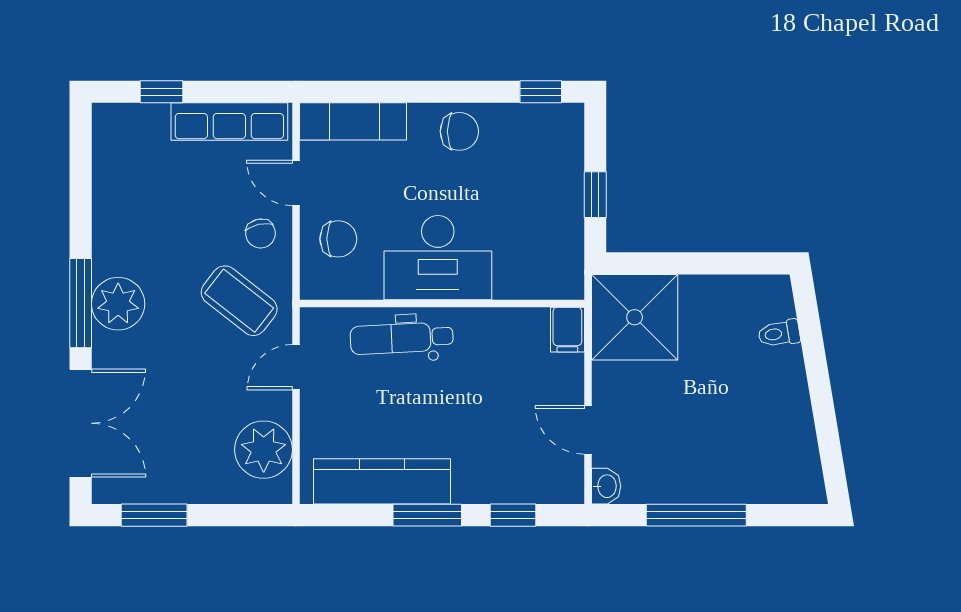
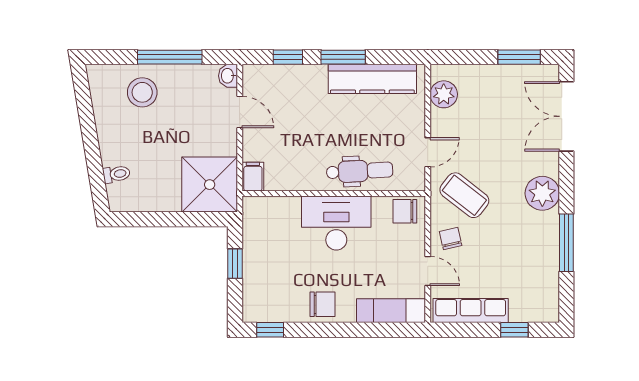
chair: (459, 131) -> (323, 304), turned 180
chair: (338, 239) -> (405, 211), moved
window: (81, 303) -> (566, 243), moved
plant: (264, 450) -> (444, 94), width x0.73, depth x0.73
stool: (739, 460) -> (142, 92), added

